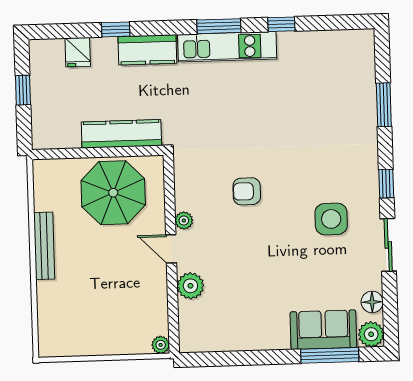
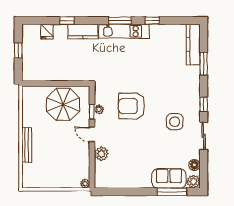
kitchen counter: (121, 134) -> (193, 45), moved, turned -90
armchair: (247, 191) -> (132, 106), width x1.88, depth x1.88
window: (170, 205) -> (92, 112), added
plant: (184, 221) -> (99, 109), moved
bench: (44, 246) -> (27, 145), moved

